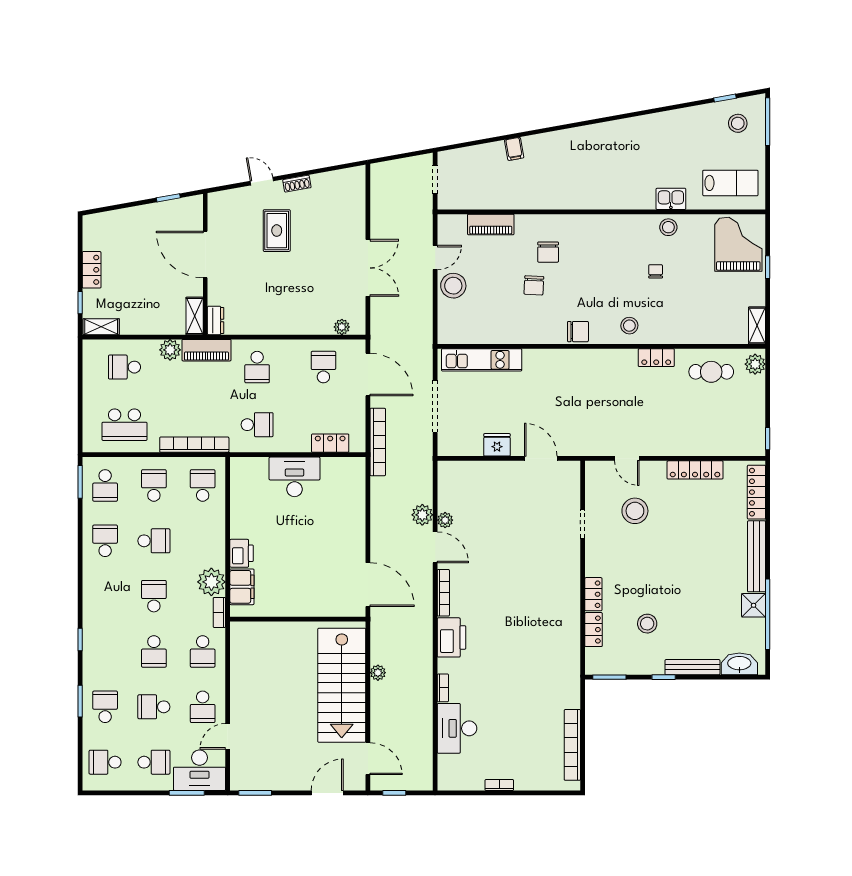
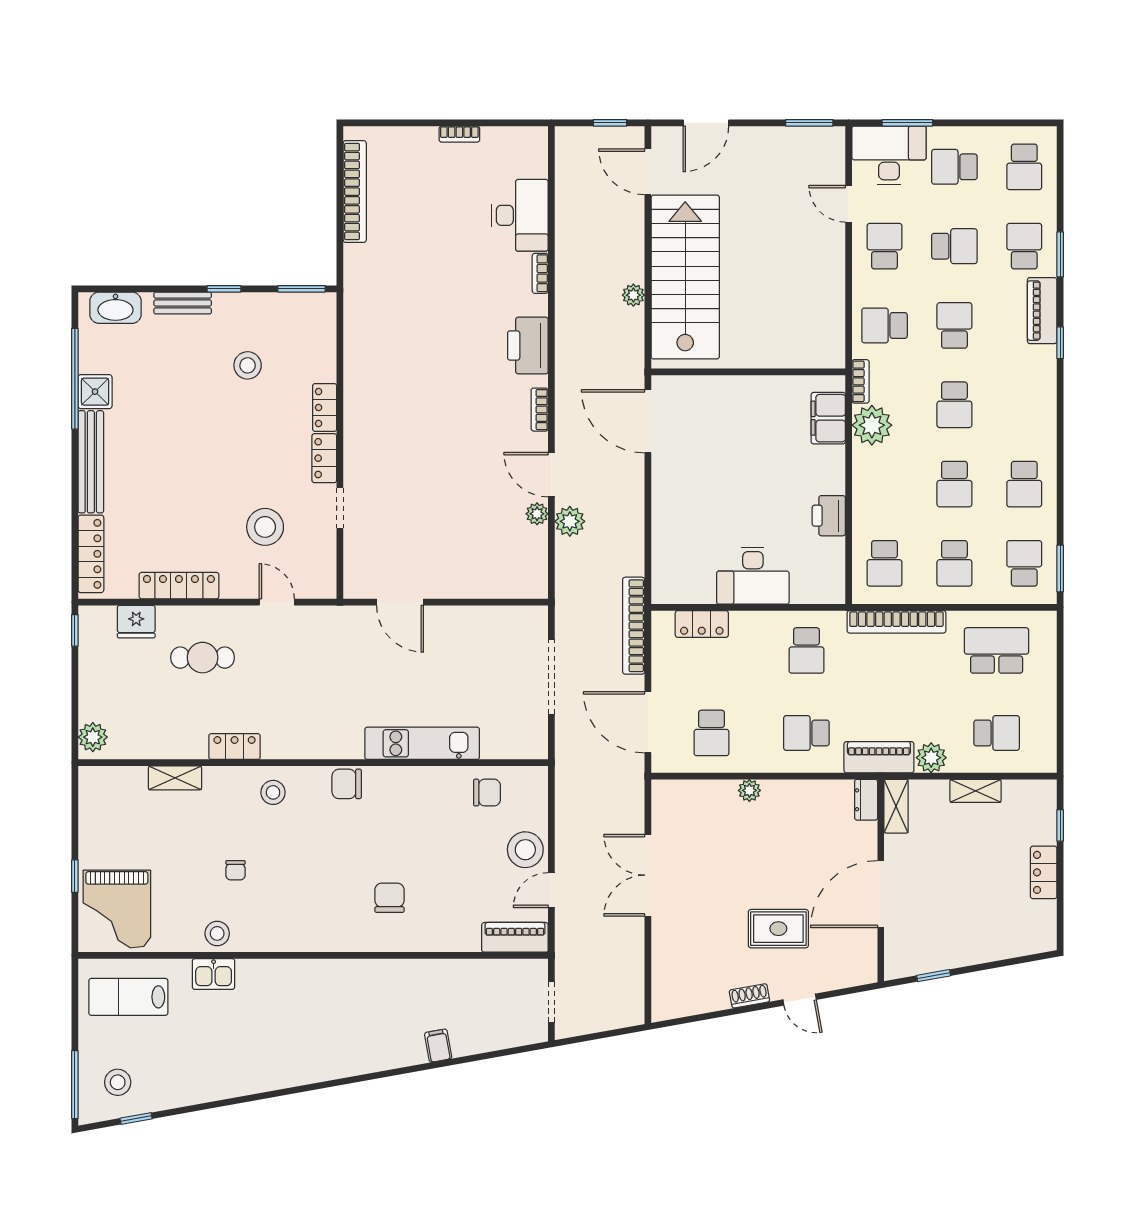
piano: (491, 224) -> (515, 937), moved
rug: (277, 231) -> (778, 929), turned 90
door: (205, 255) -> (881, 894), swing flipped
chair: (534, 285) -> (487, 793), moved, turned 87
shelving: (757, 325) -> (175, 778), moved, turned 90
shelving: (101, 327) -> (976, 791), moved
plant: (342, 327) -> (749, 790), moved
kitchen unit: (482, 360) -> (422, 743), moved
school desk: (257, 367) -> (806, 733), turned -90
cafe table: (711, 372) -> (203, 658), moved
school desk: (257, 425) -> (806, 650), turned -90
fridge: (497, 445) -> (136, 622), moved
school desk: (154, 541) -> (954, 484), turned -90
printer: (242, 553) -> (829, 516), moved
bookcase: (443, 593) -> (540, 410), width x0.64
locker: (594, 630) -> (324, 458), moved
school desk: (203, 651) -> (885, 325), turned -90
piano: (93, 662) -> (1042, 311), added
bench: (692, 667) -> (183, 303), width x0.73
school desk: (105, 707) -> (1024, 246), turned 180
door: (228, 736) -> (849, 204), swing flipped
school desk: (105, 762) -> (1024, 167), turned 90

